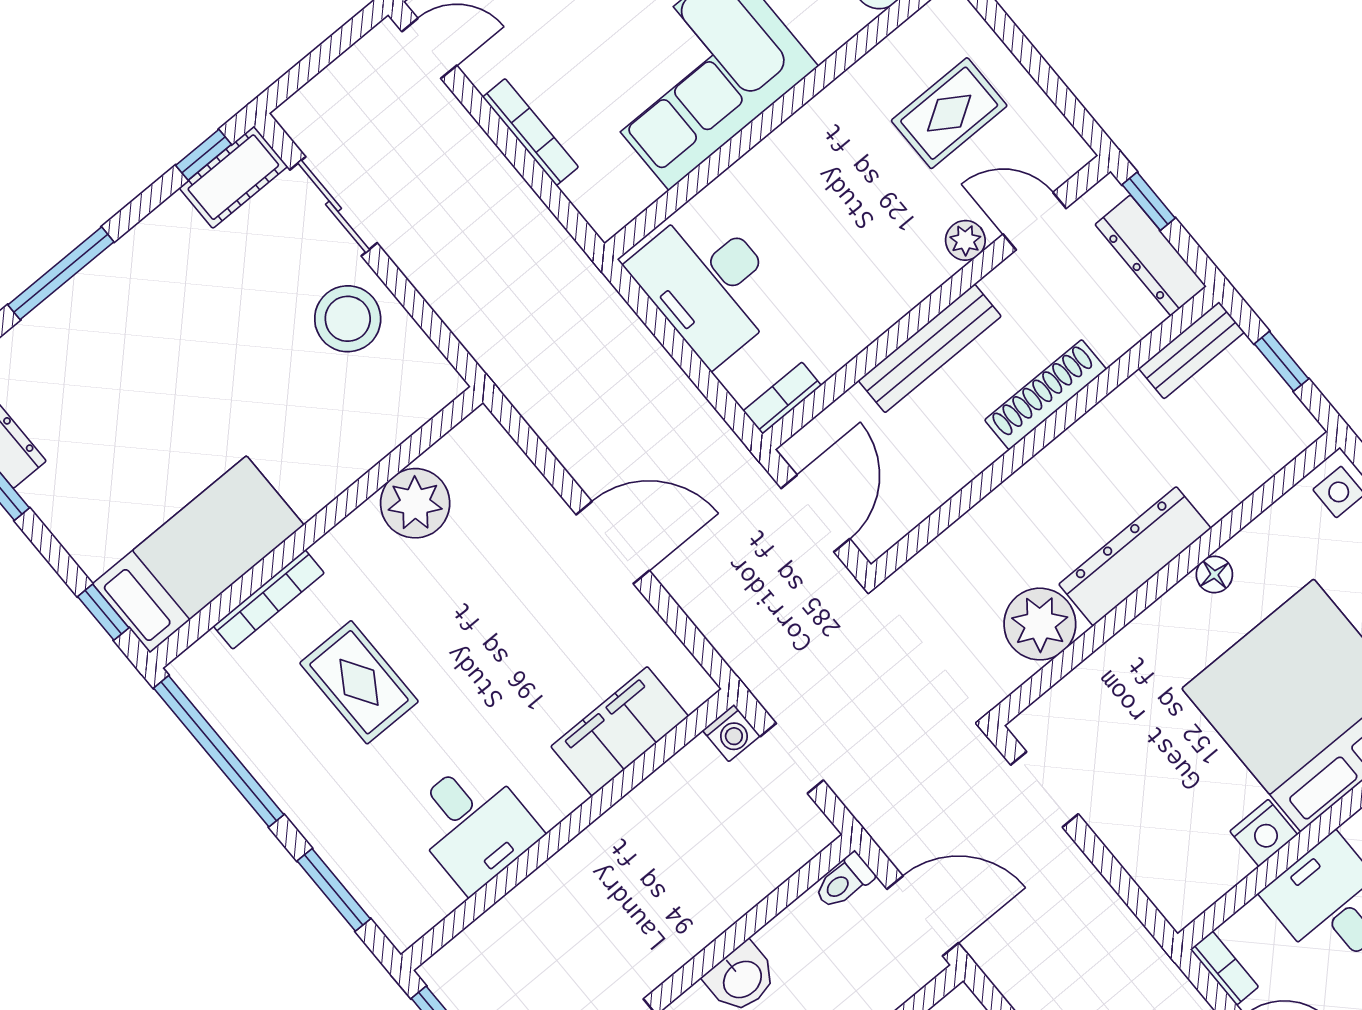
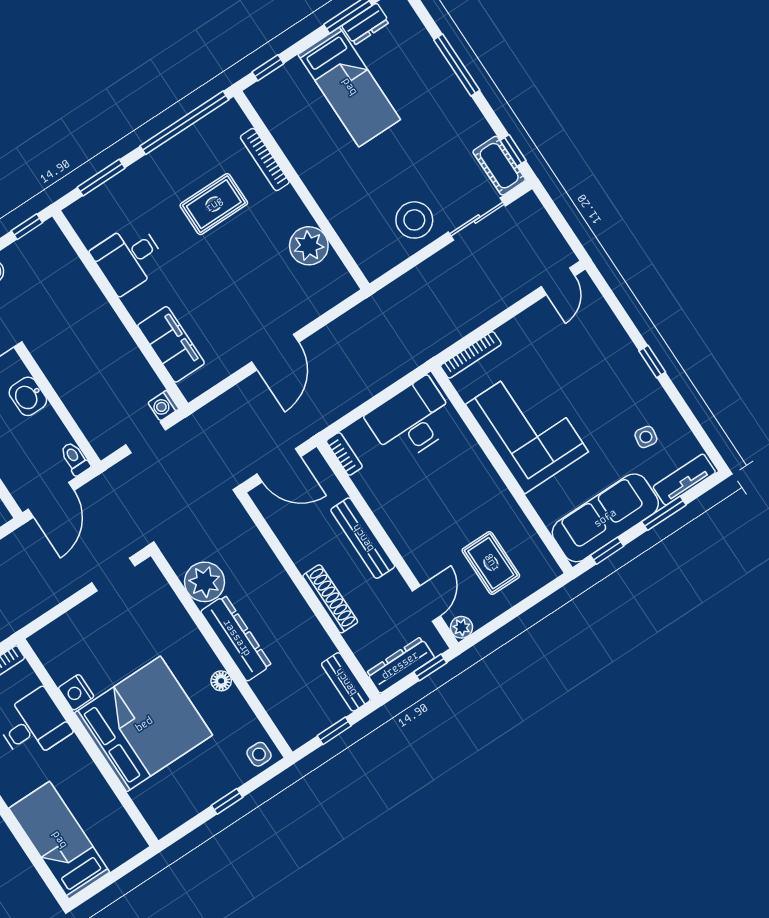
bookcase: (531, 132) -> (471, 355), moved
plant: (965, 240) -> (462, 627), moved
bed: (198, 554) -> (349, 87), moved

